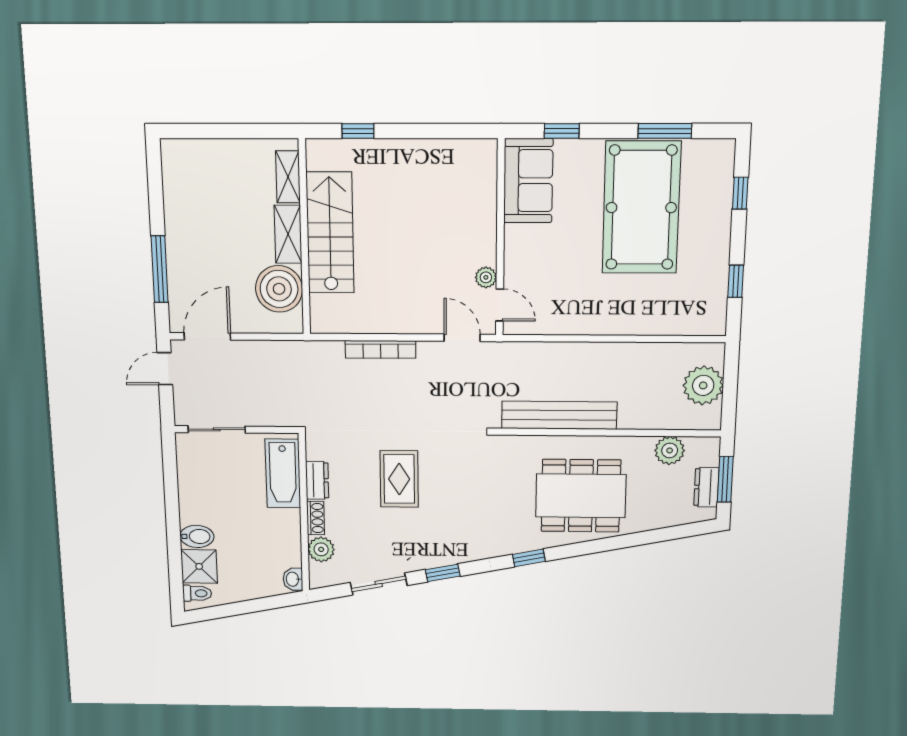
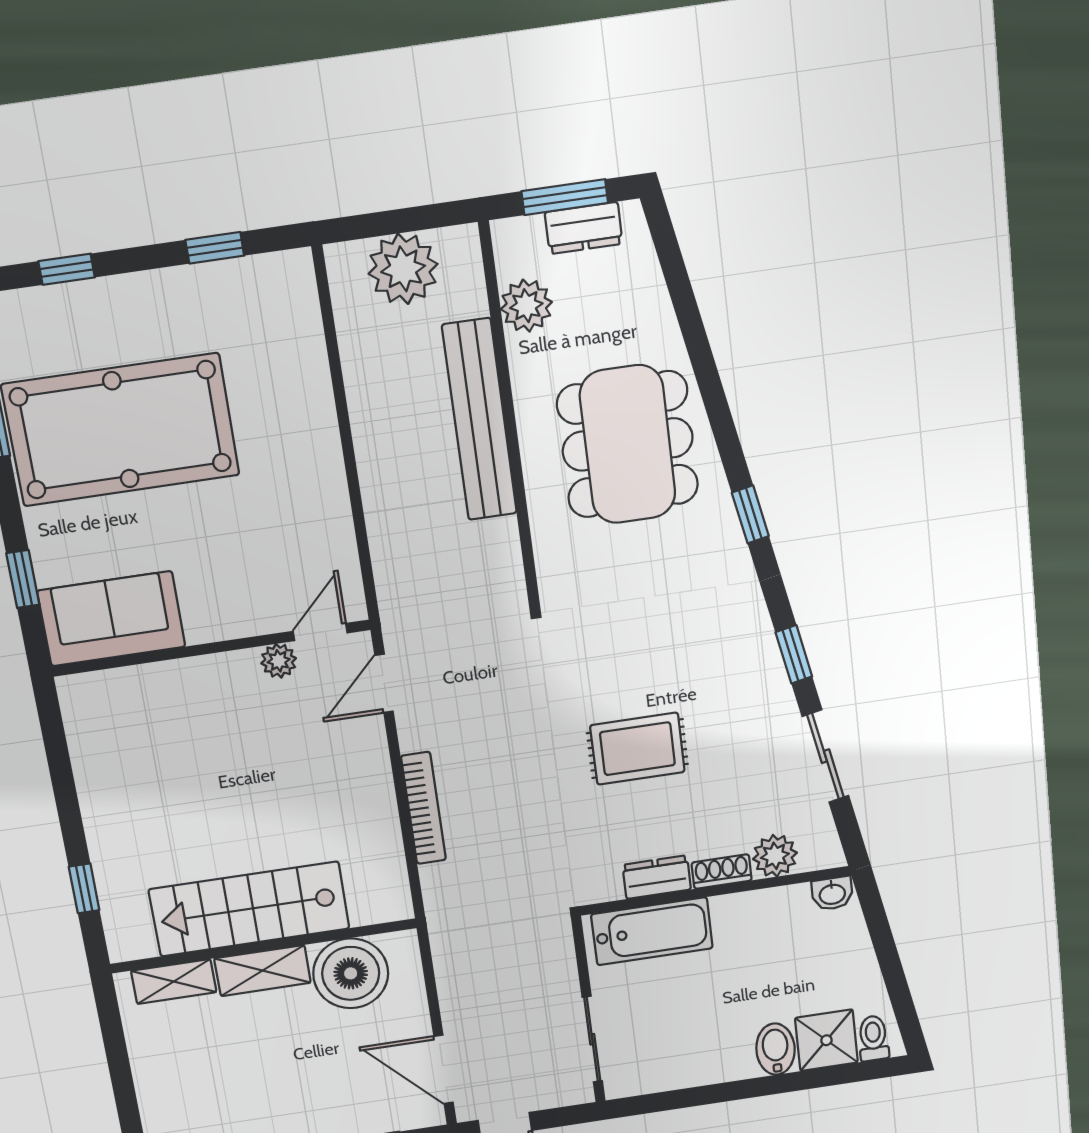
bench: (559, 415) -> (480, 420), moved

